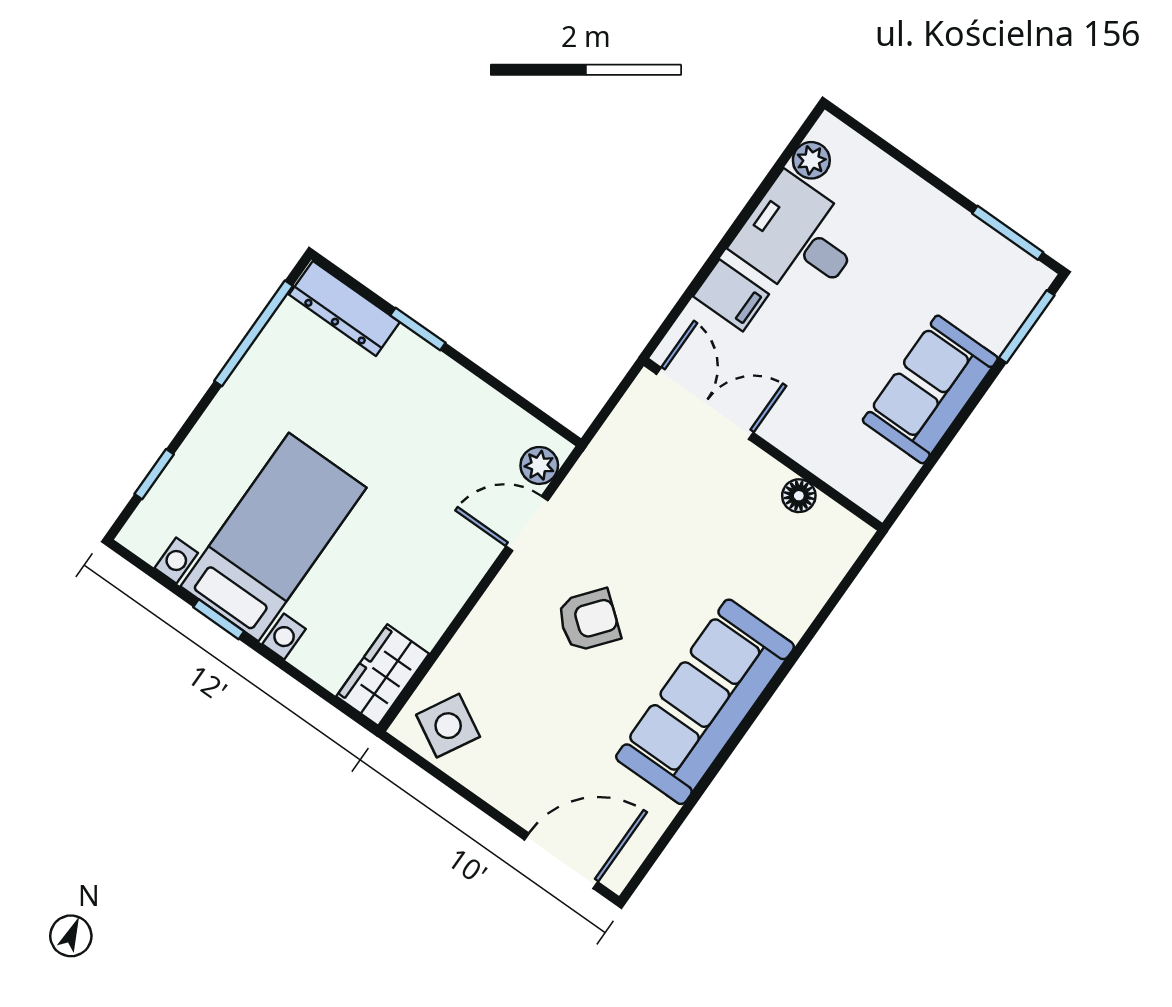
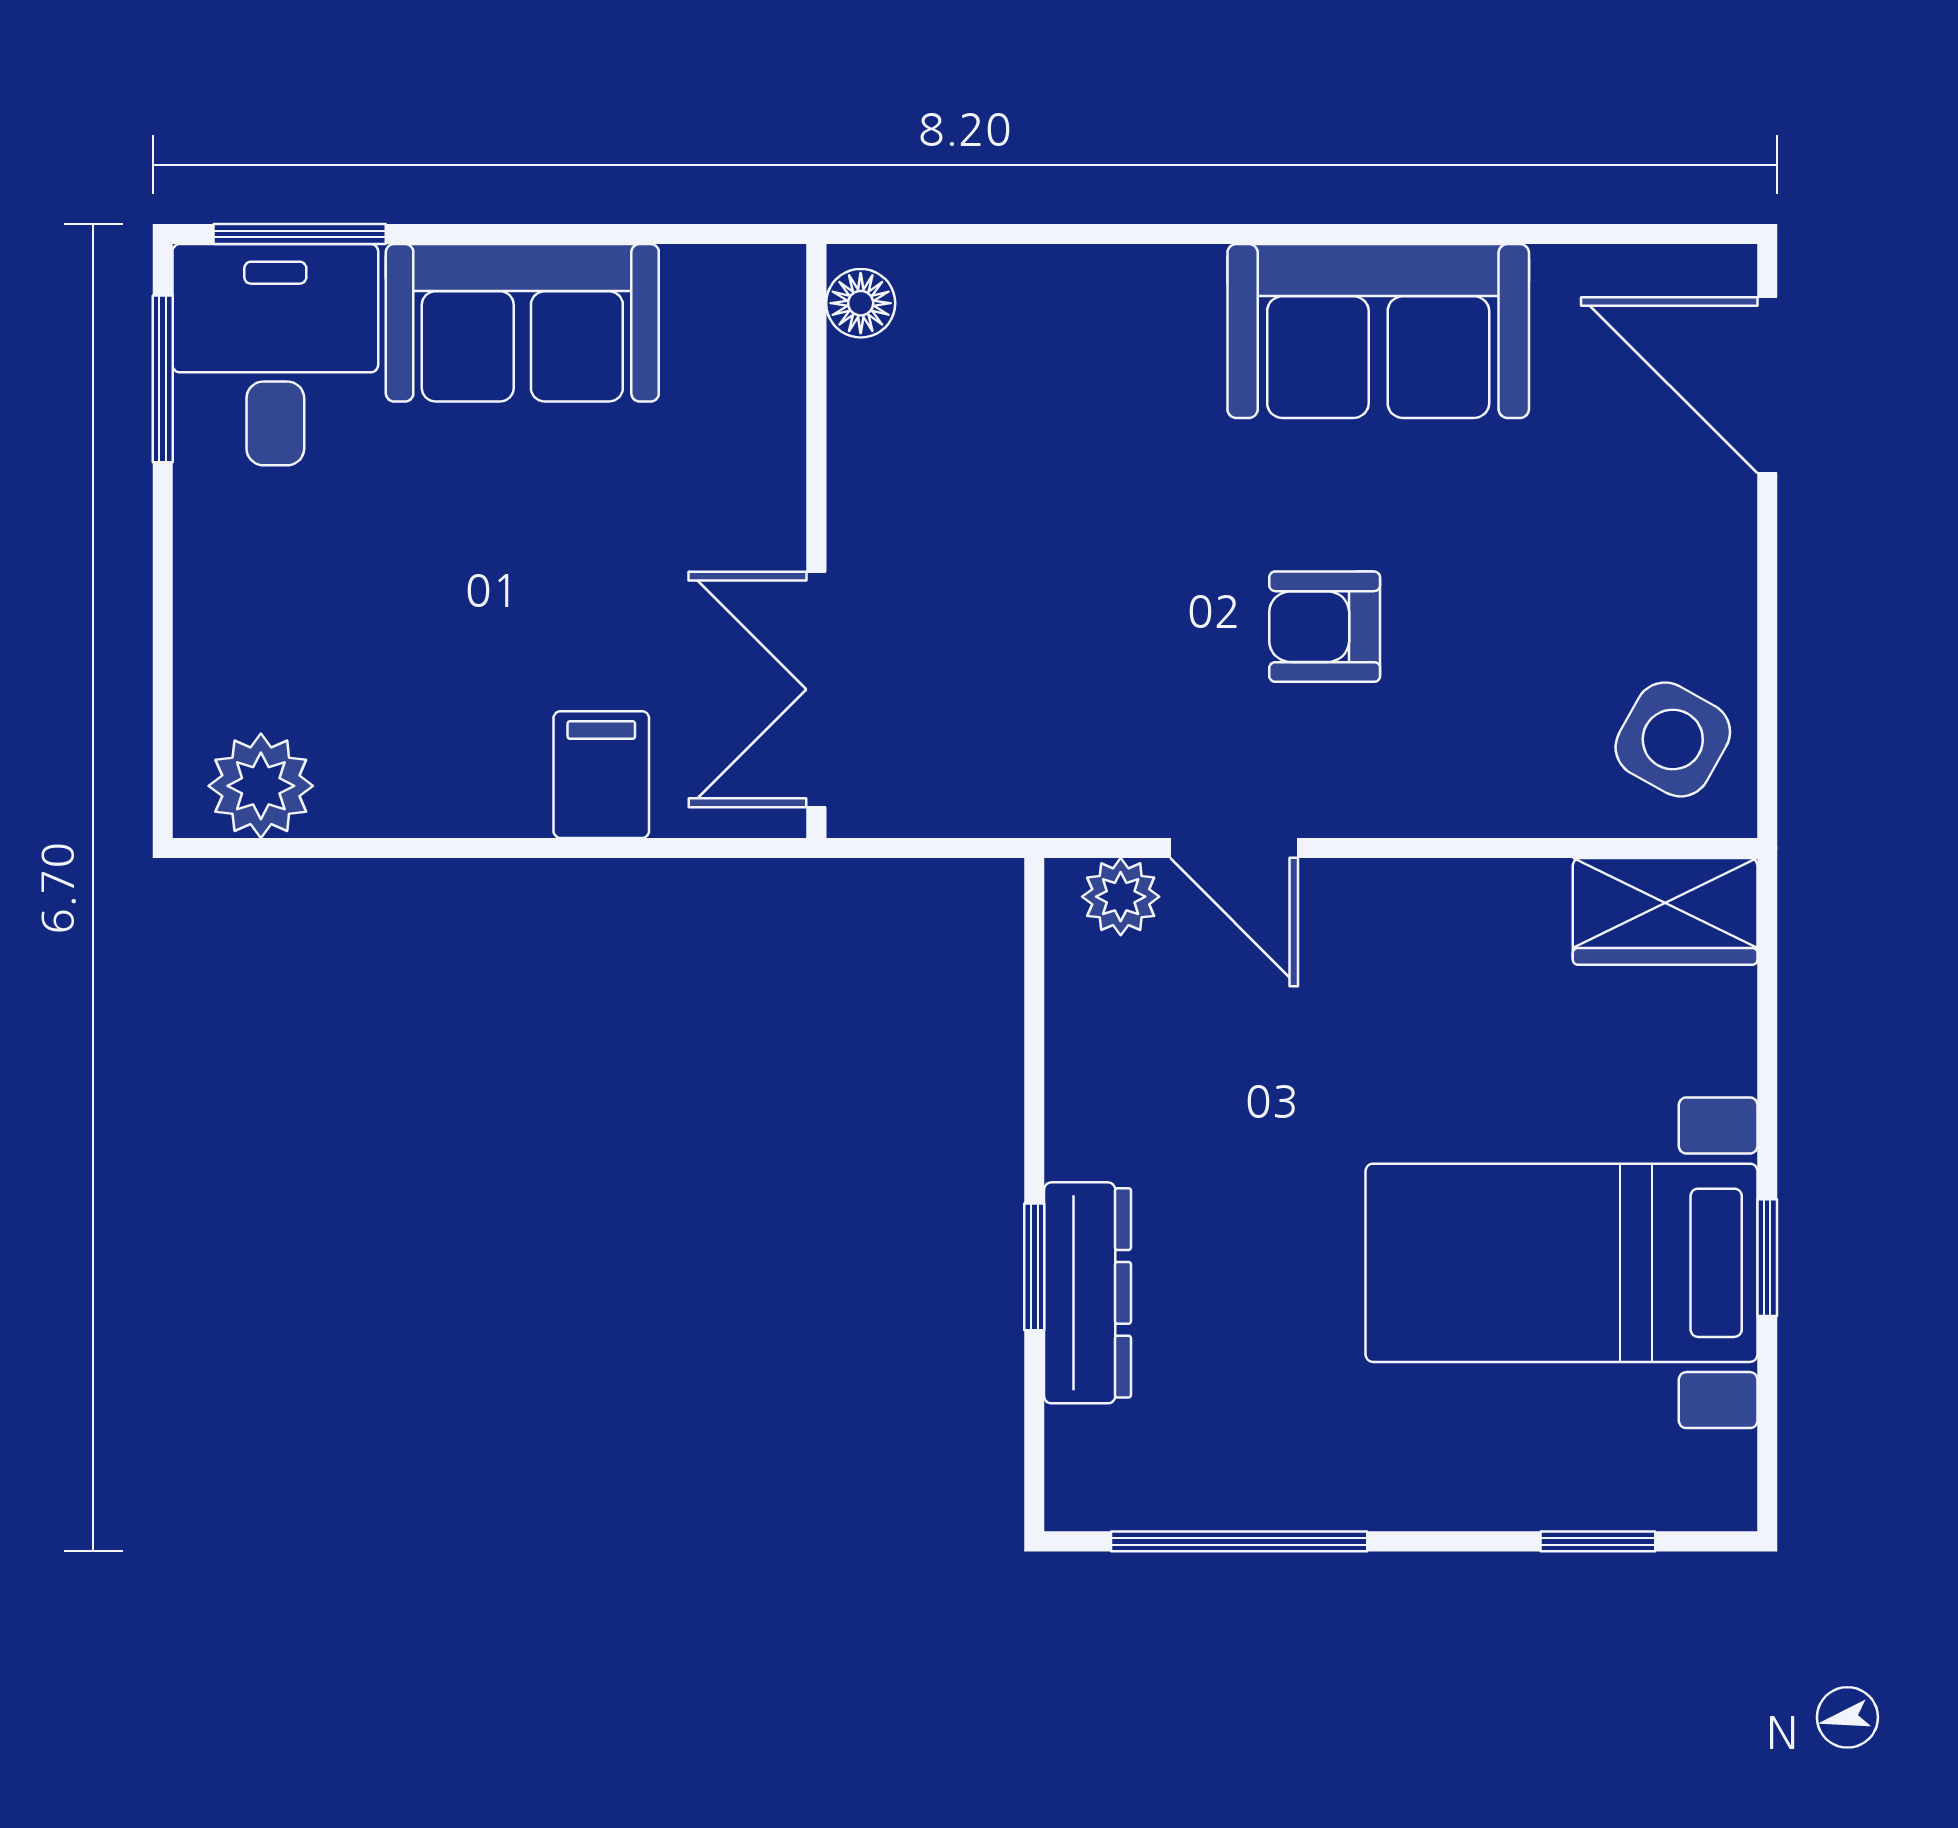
plant: (811, 160) -> (261, 786), width x1.38, depth x1.38
desk: (799, 239) -> (275, 355), moved, turned 180
dresser: (344, 308) -> (1087, 1293), moved
floor lamp: (799, 496) -> (861, 303), moved
armchair: (589, 620) -> (1325, 627), turned -39
sofa: (705, 702) -> (1378, 331), width x0.73

